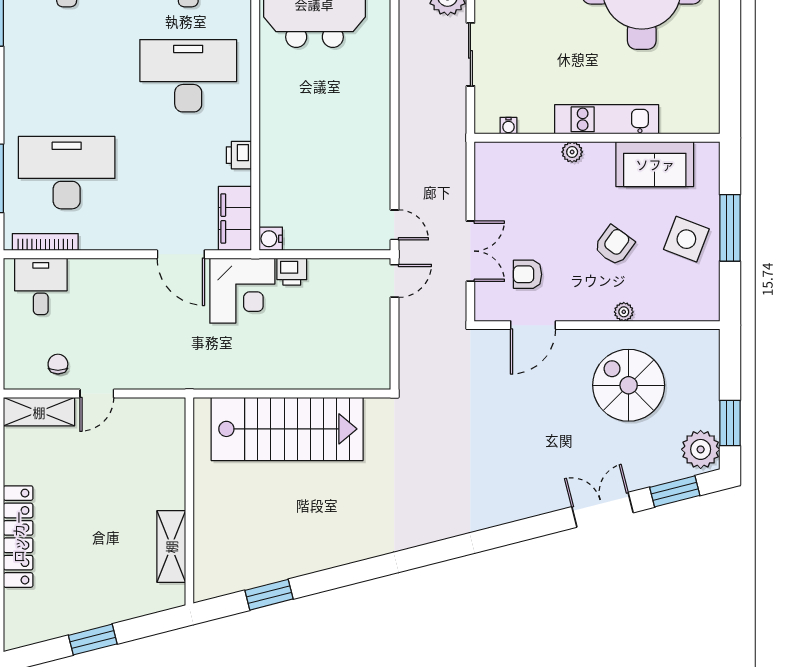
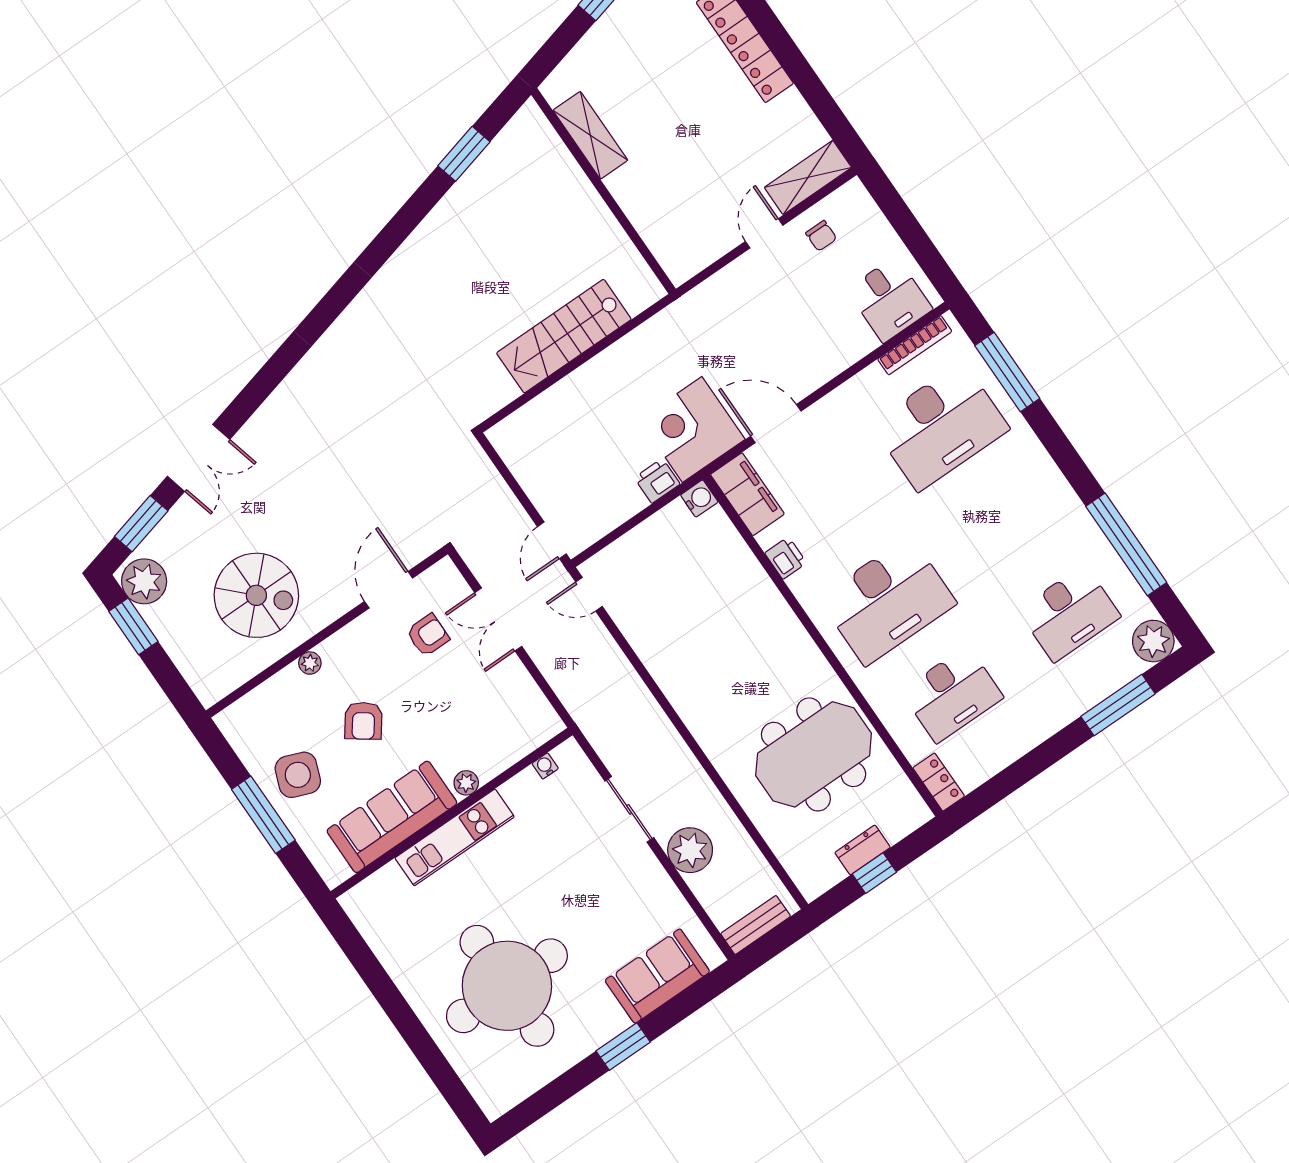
sofa: (655, 164) -> (392, 817), width x1.36
stairs: (287, 429) -> (564, 336), width x0.73, depth x0.66

